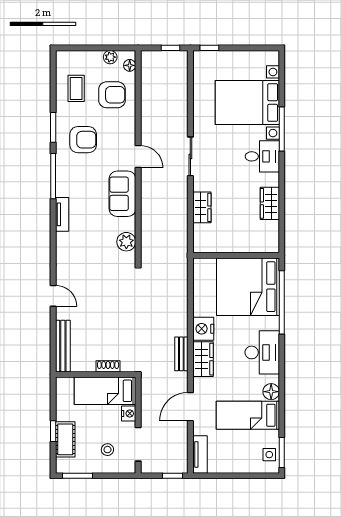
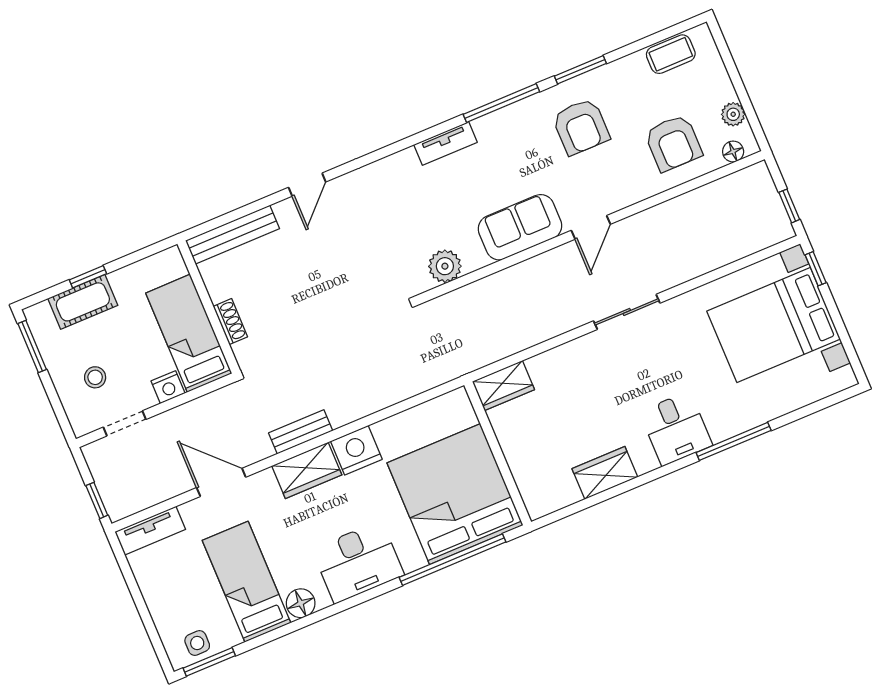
coffee table: (76, 88) -> (671, 54), moved
bed with nightstands: (247, 103) -> (774, 325), moved, turned -90
wardrobe: (202, 207) -> (503, 386), moved
doorway: (138, 444) -> (125, 423), width x0.73

